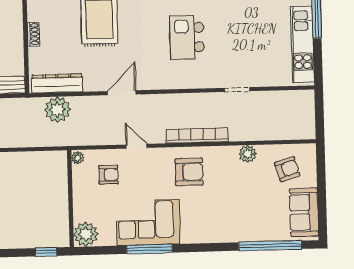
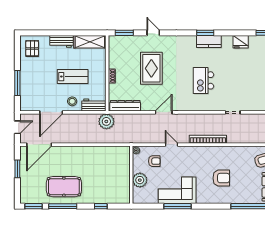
plant: (57, 110) -> (106, 121), moved
plant: (248, 154) -> (238, 151), removed
armchair: (189, 172) -> (221, 178), moved
plant: (86, 234) -> (140, 180), moved
window: (46, 252) -> (101, 206), moved

